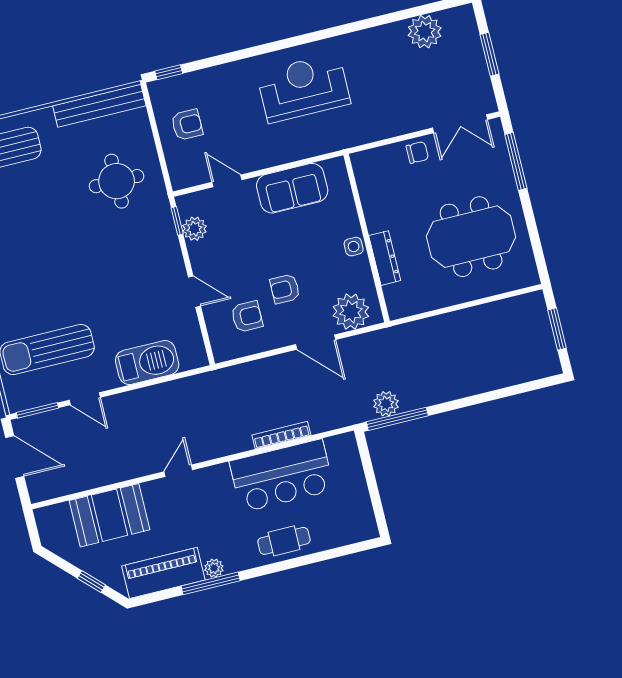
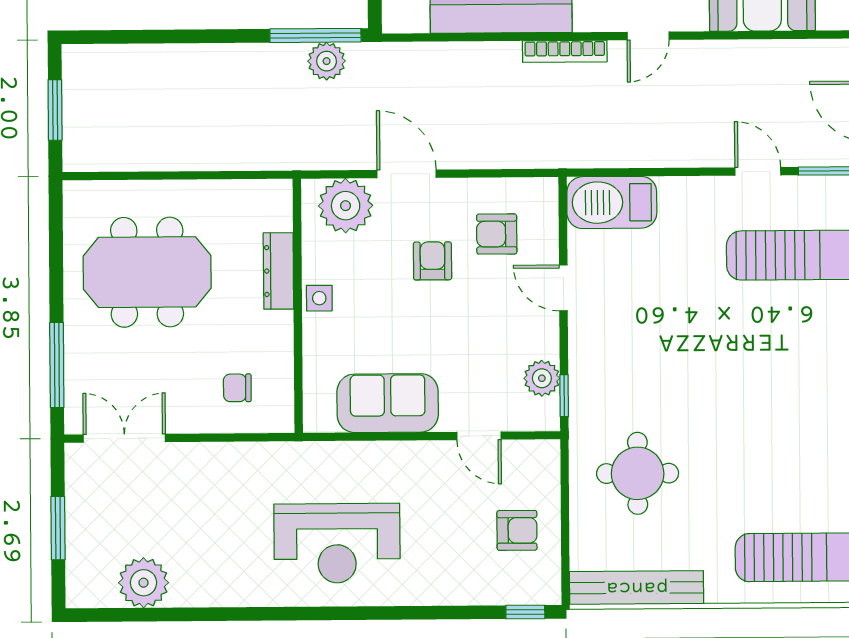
armchair: (187, 125) -> (517, 530), turned 180
chair: (417, 152) -> (237, 388), moved
armchair: (285, 289) -> (432, 261), turned -90
barbecue: (147, 363) -> (612, 202), moved
bookcase: (281, 435) -> (565, 51), moved

